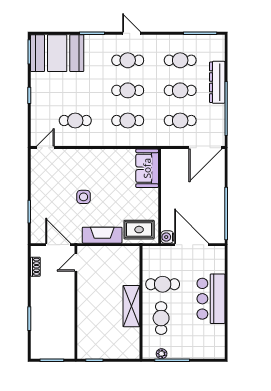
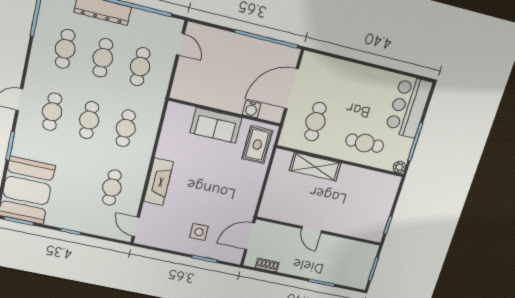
door: (205, 148) -> (180, 44), width x0.53
sofa: (147, 168) -> (216, 125), moved
side table: (84, 197) -> (199, 232), moved
fireplace: (102, 235) -> (159, 182), moved, turned 180
water cooler: (167, 237) -> (251, 109), moved
door: (76, 262) -> (312, 230), moved
cafe table: (163, 284) -> (315, 122), moved
bar counter: (211, 299) -> (409, 107), moved, turned 90
shelving: (131, 306) -> (315, 167), moved
plant: (162, 354) -> (399, 167), moved

